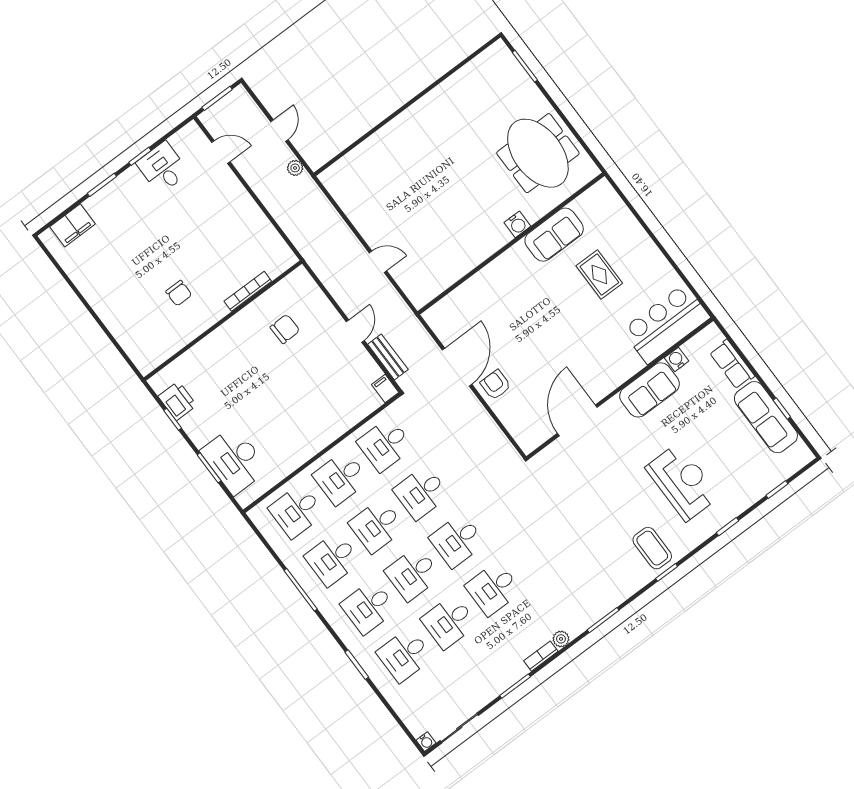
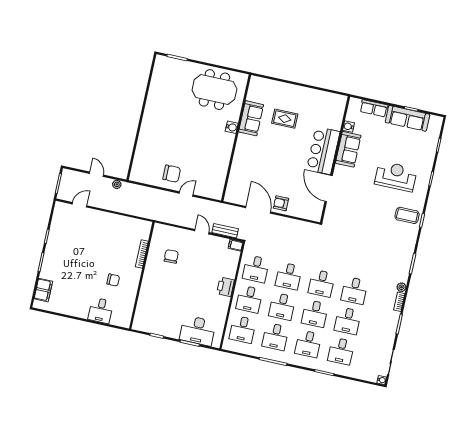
desk: (163, 168) -> (101, 310), moved, turned -90
chair: (382, 217) -> (172, 174), added
bar counter: (666, 324) -> (323, 151), moved
printer: (177, 401) -> (226, 287), moved, turned -90

